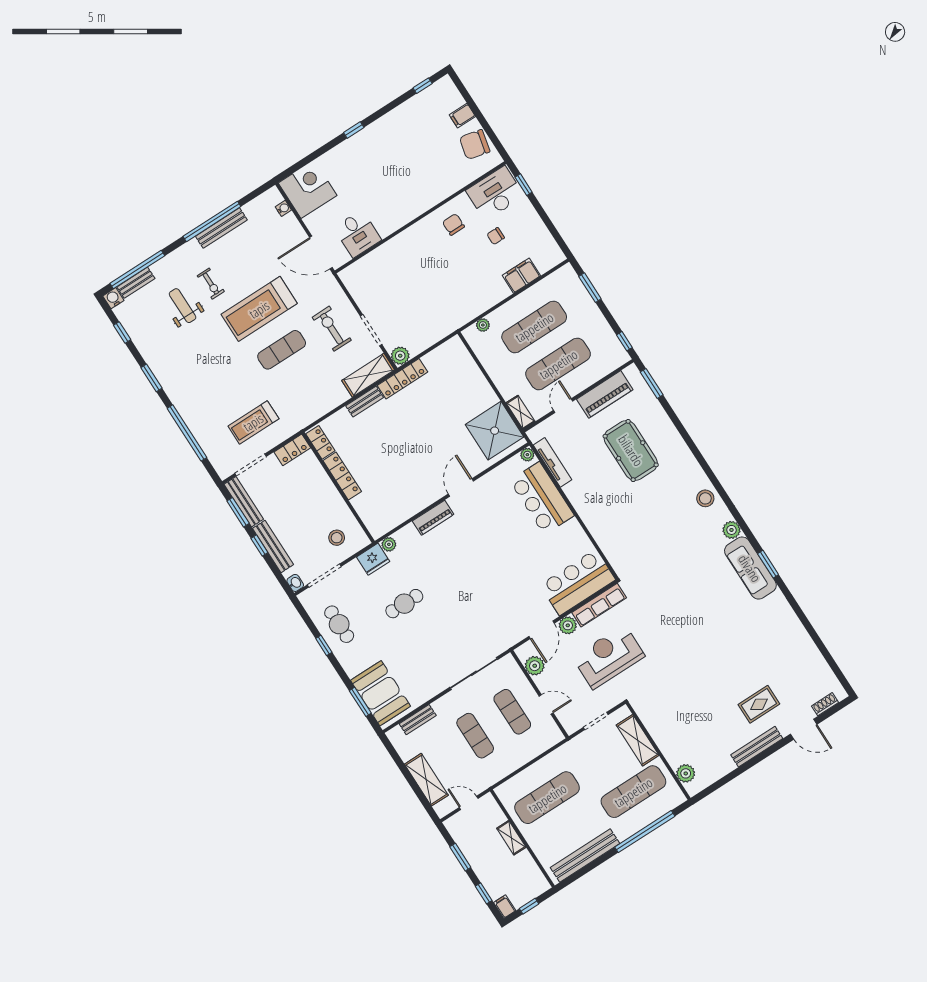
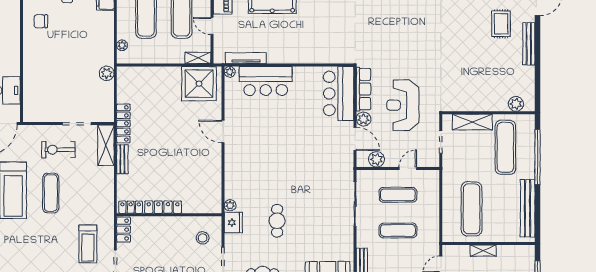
plant: (400, 356) -> (107, 73), moved
piano: (433, 518) -> (231, 164), removed

